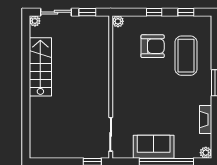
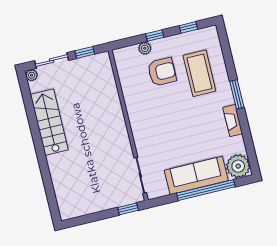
plant: (118, 21) -> (145, 48), moved
fireplace: (206, 119) -> (233, 121), moved
sofa: (154, 147) -> (196, 175), width x1.36
plant: (206, 153) -> (238, 166), width x1.88, depth x1.88

